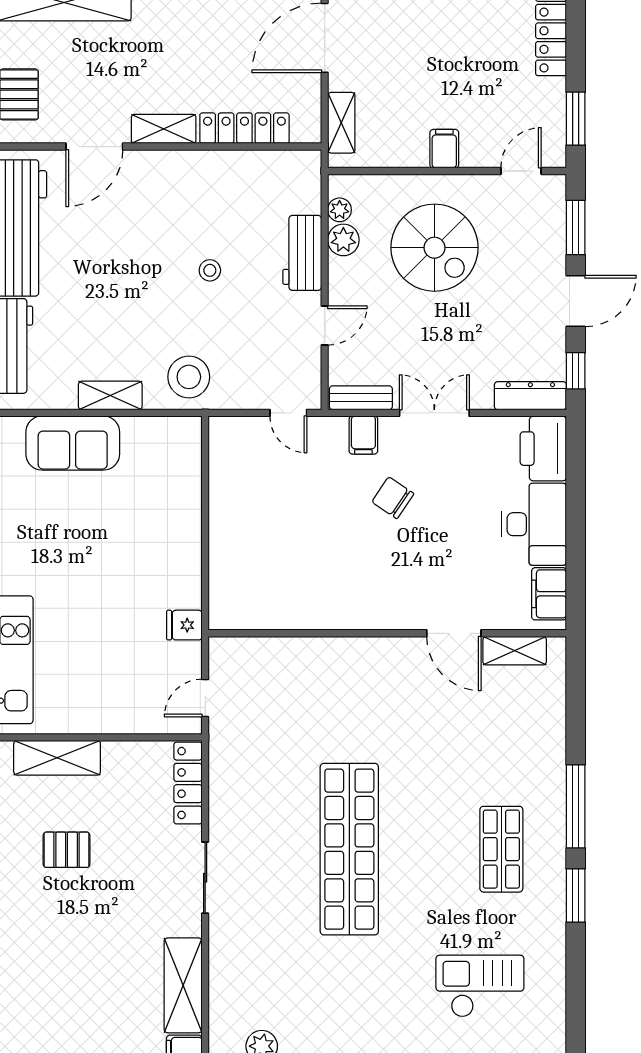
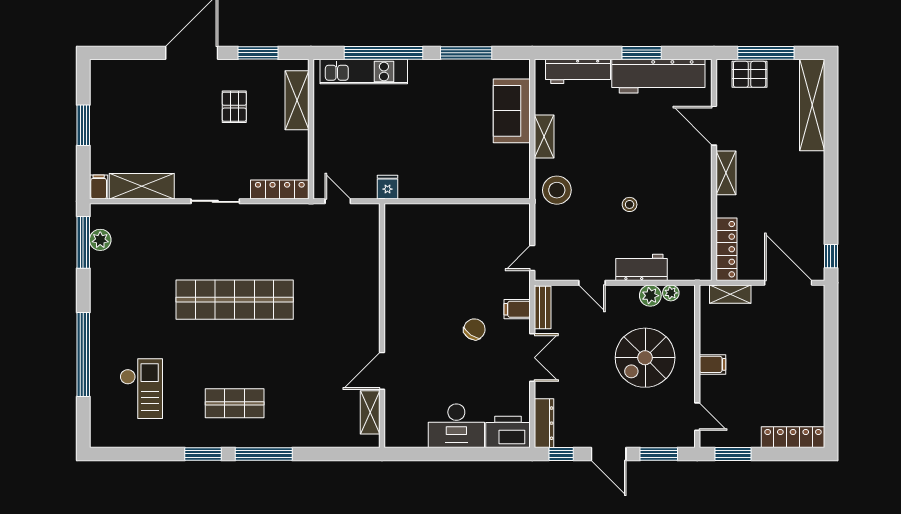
locker: (244, 128) -> (727, 249), moved
filing cabinet: (549, 594) -> (409, 436), removed

